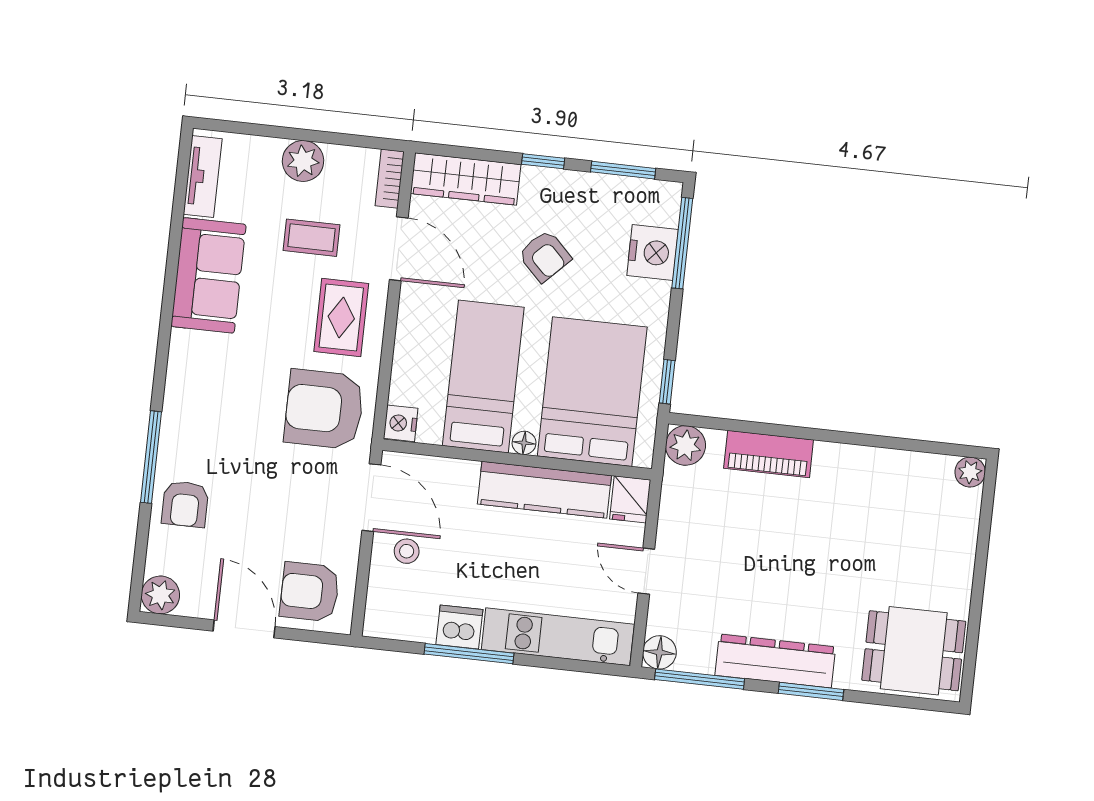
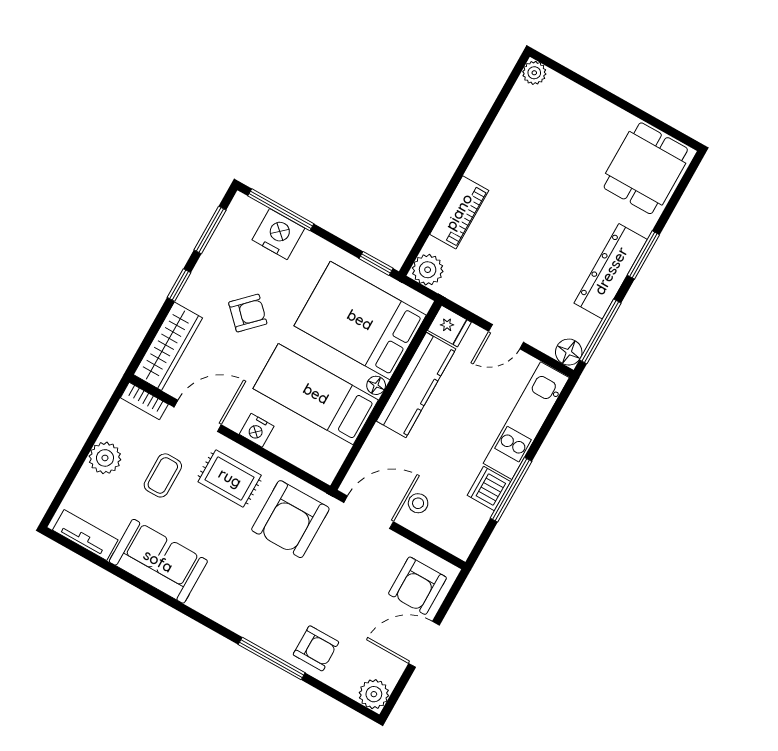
nightstand: (401, 423) -> (257, 430), moved

